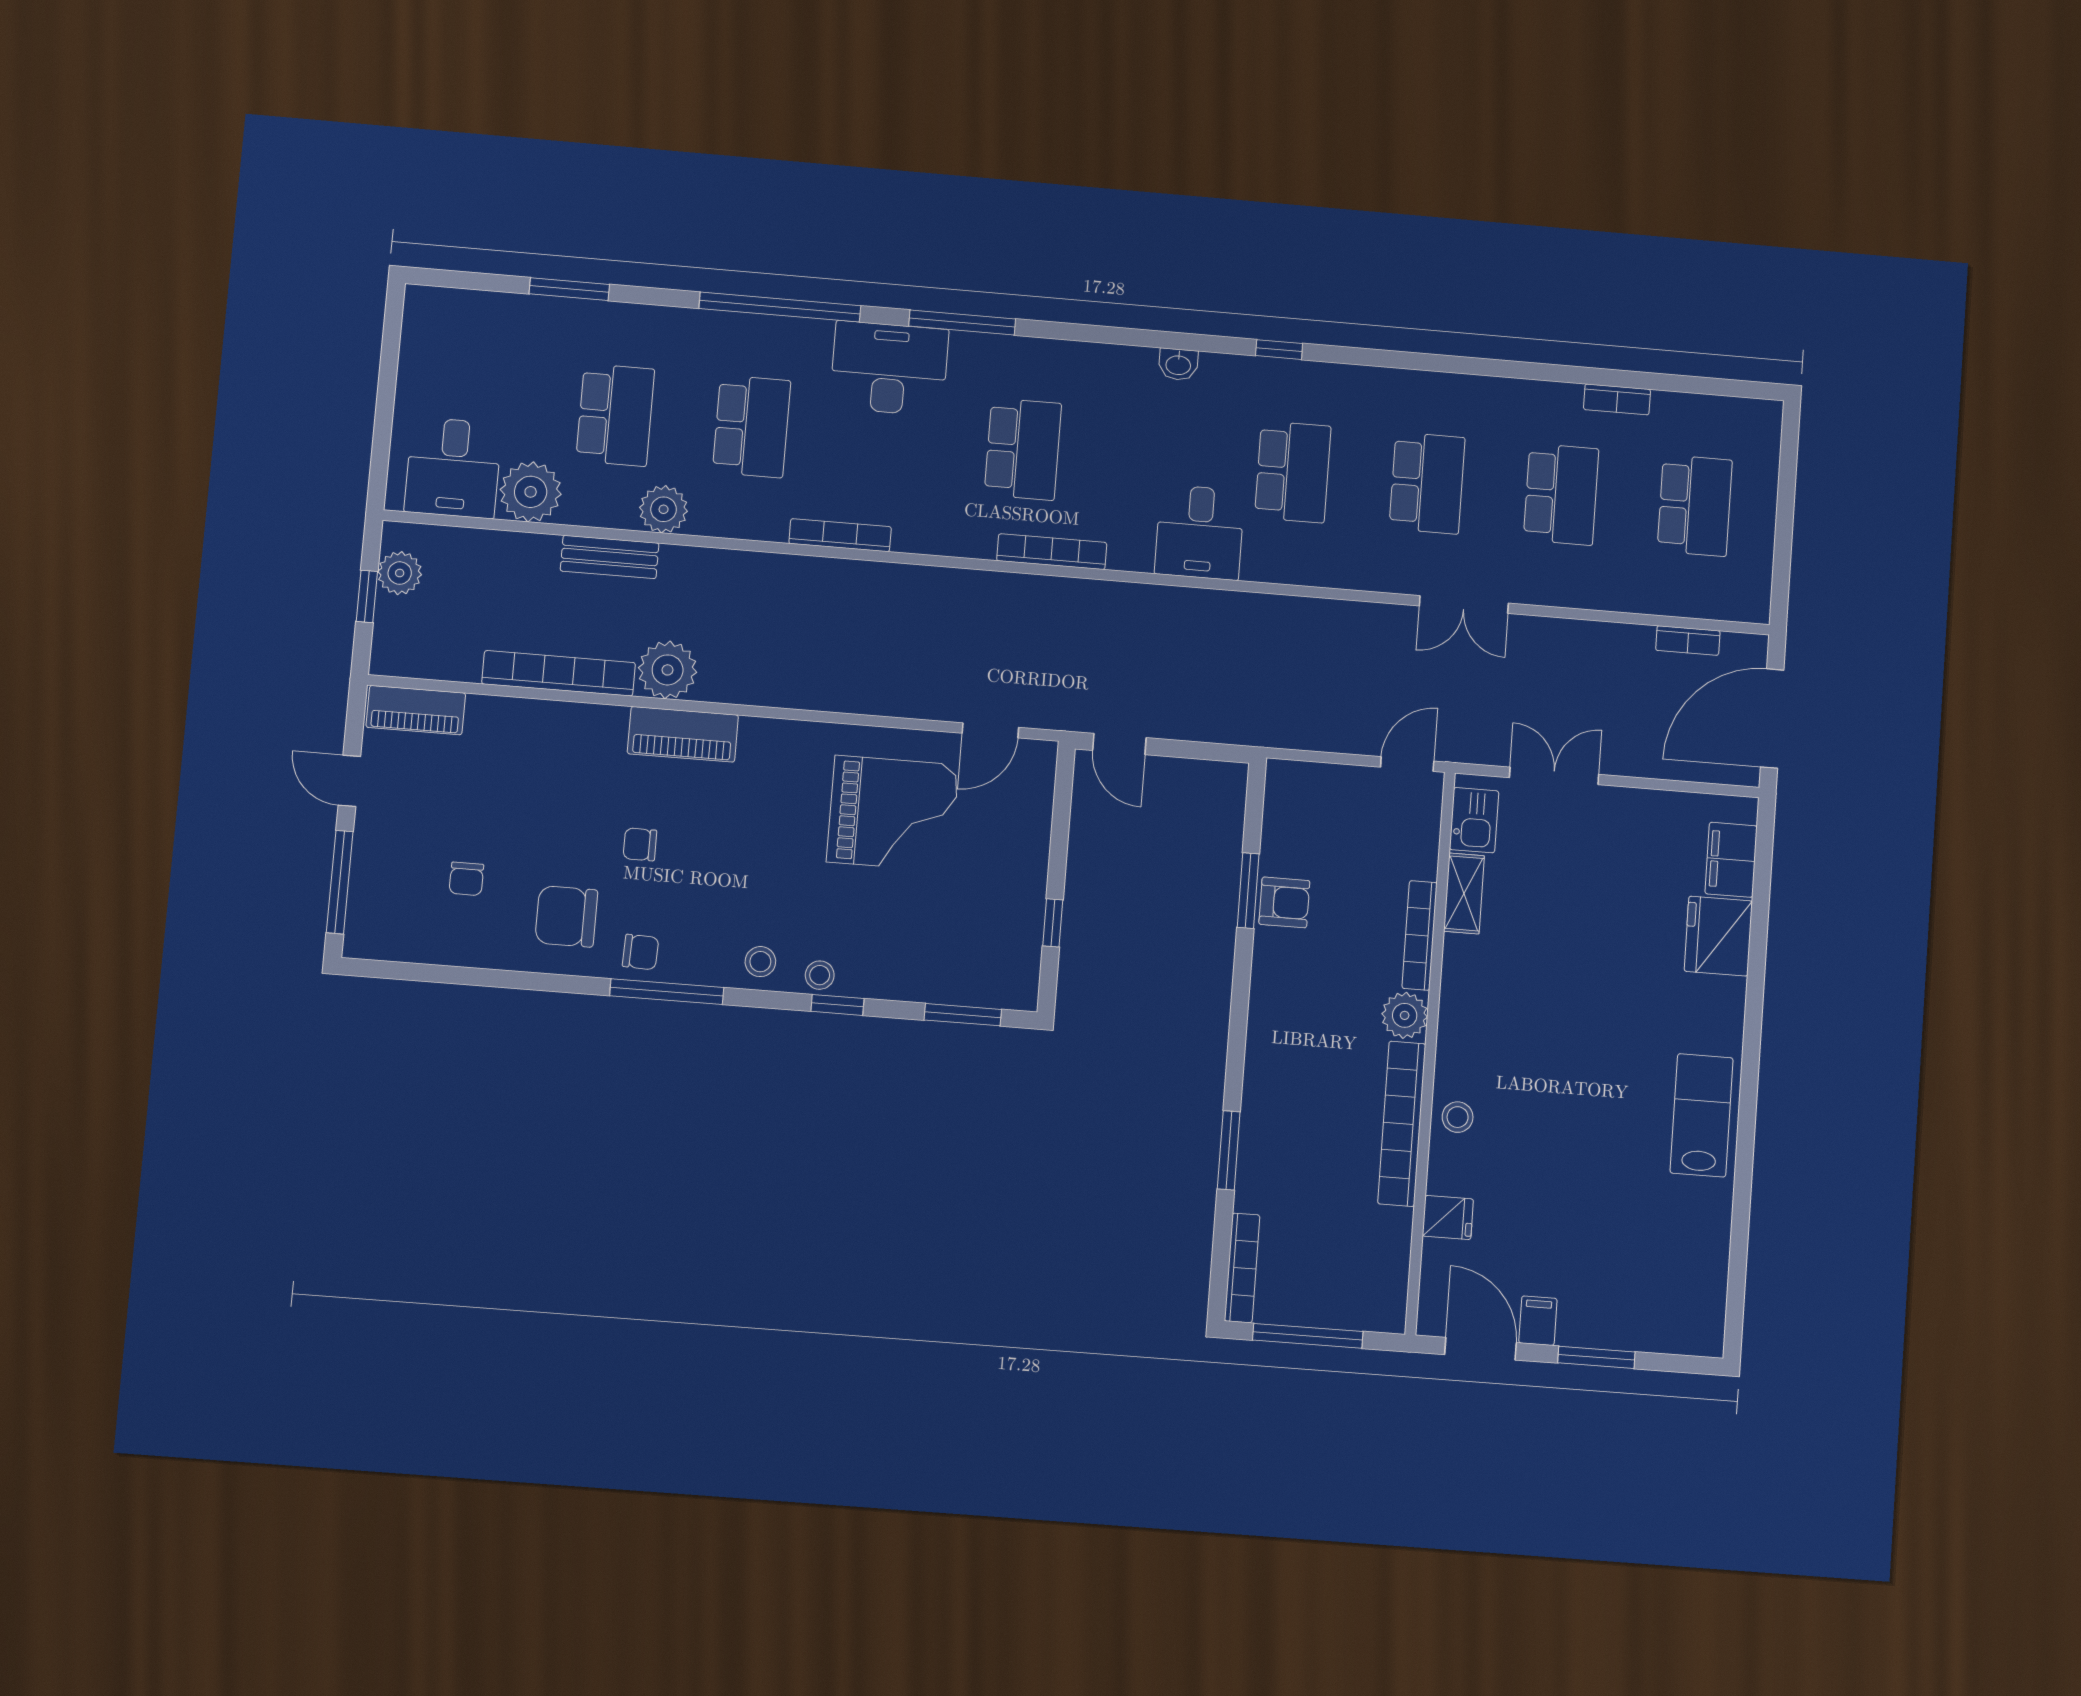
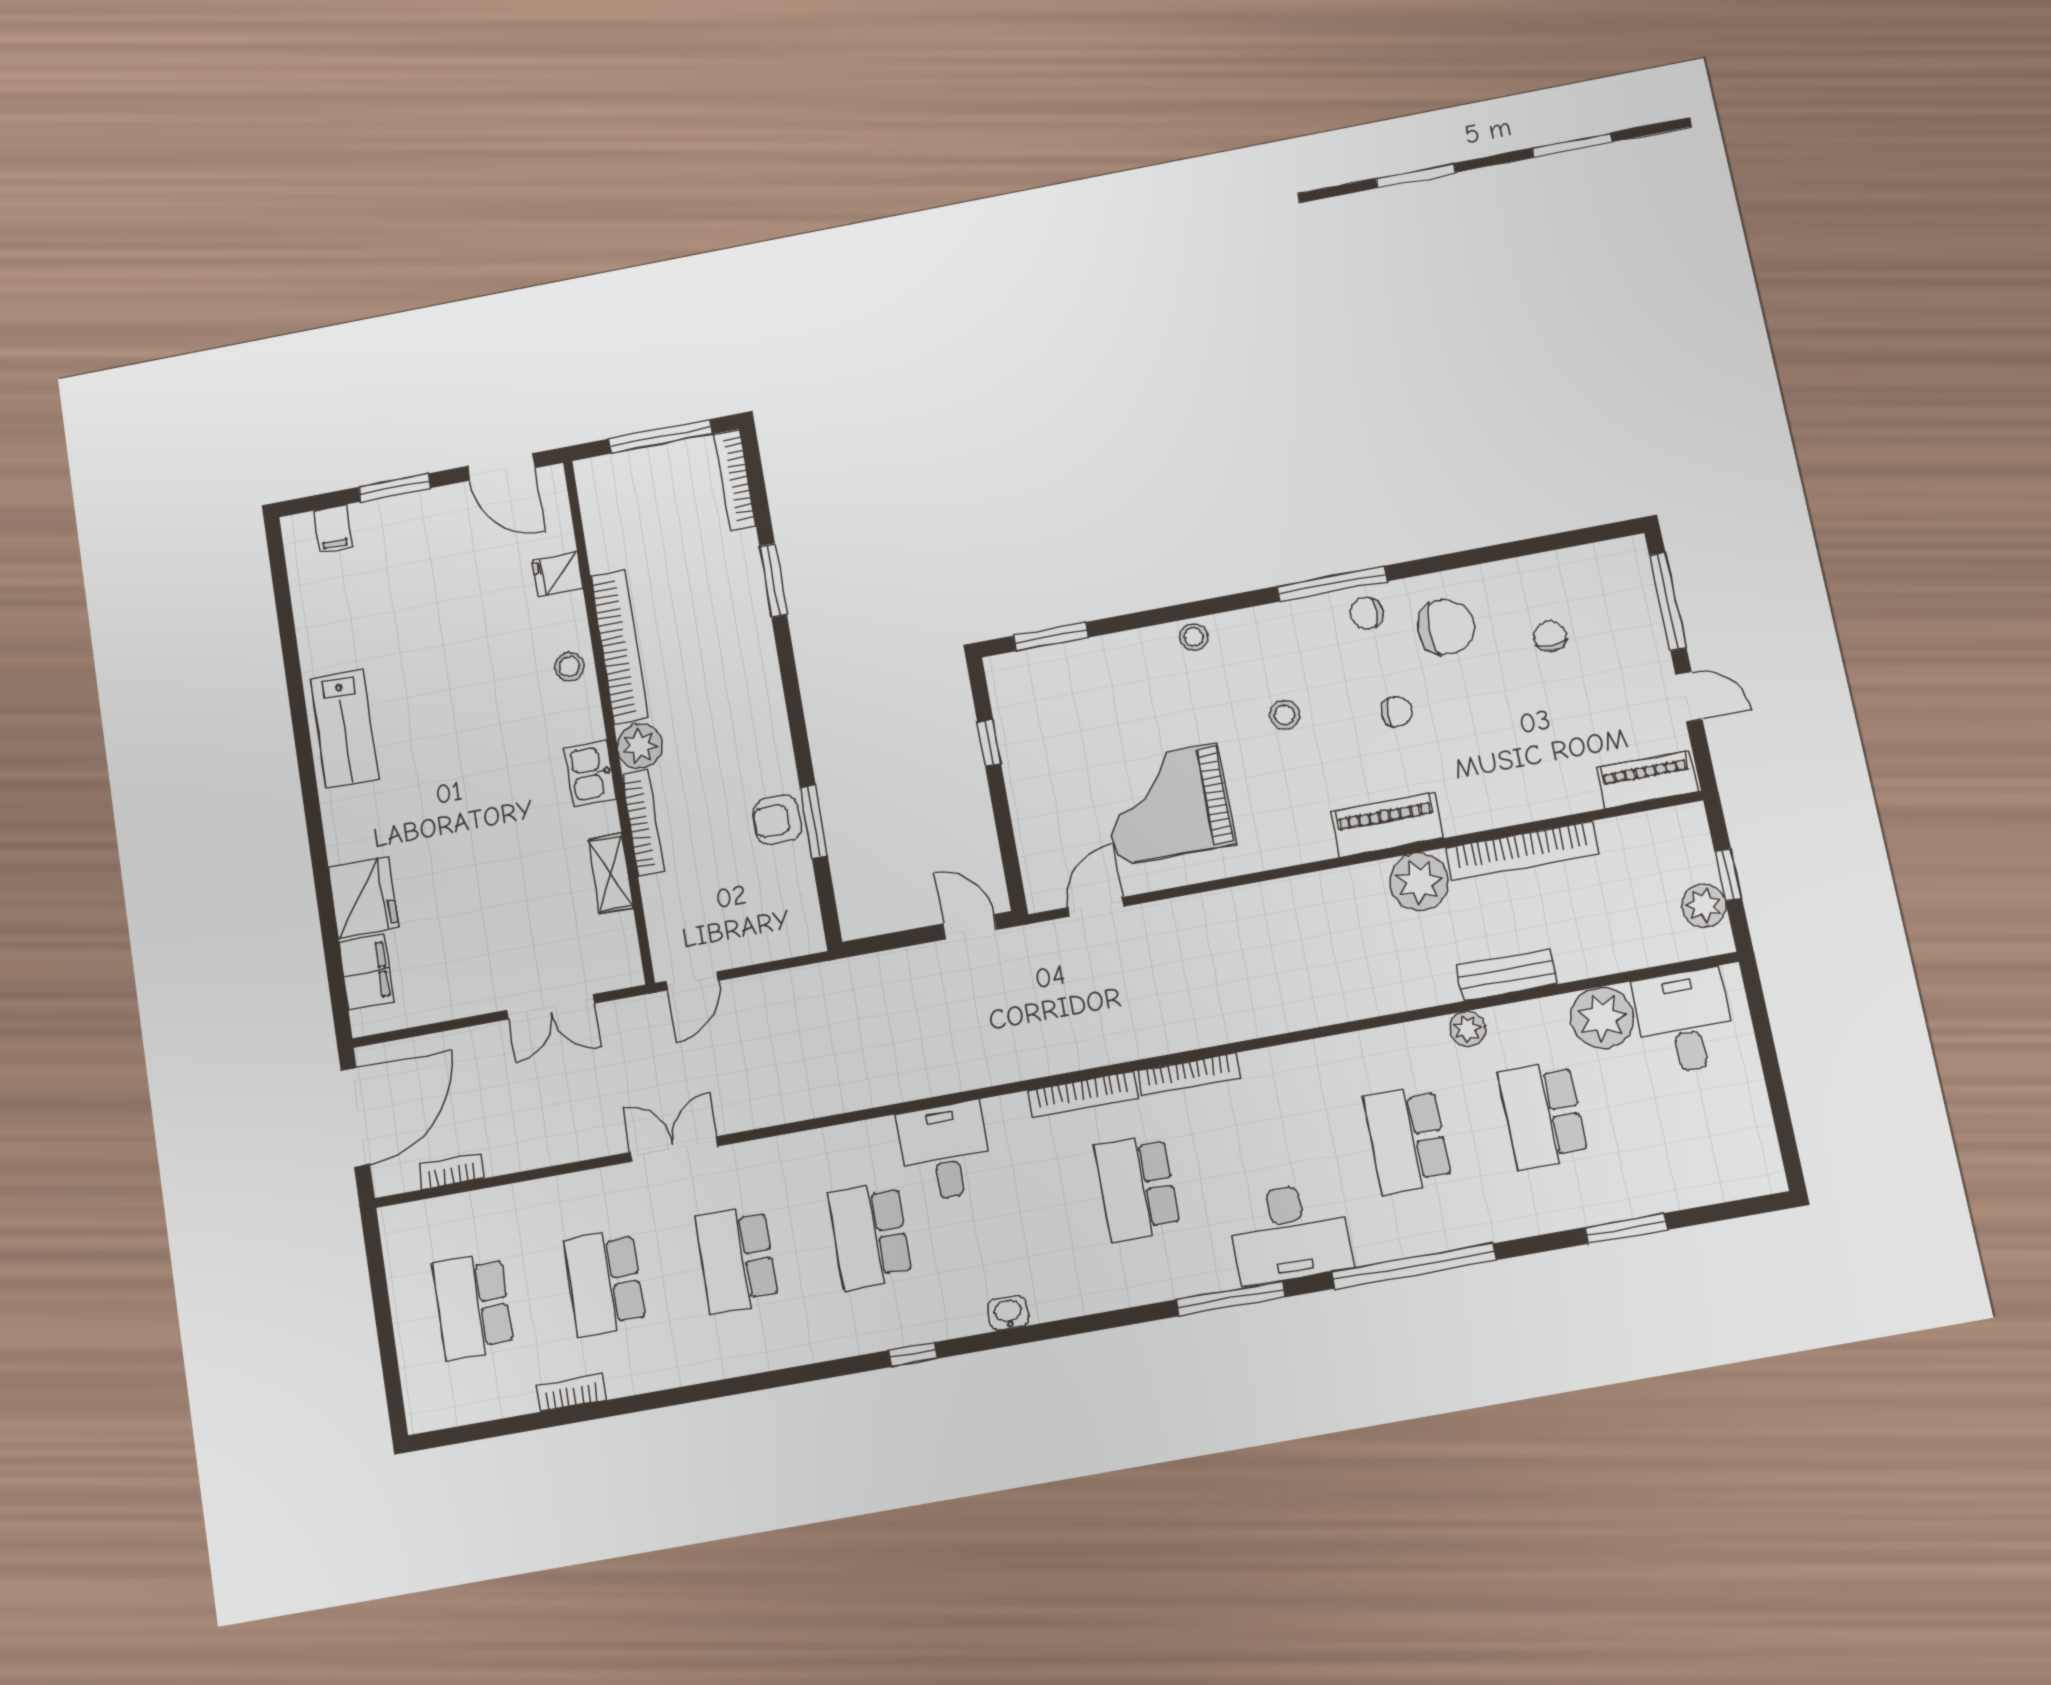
plant: (664, 509) -> (1467, 1029), width x0.73, depth x0.73
bookcase: (840, 535) -> (1188, 1074), moved
kitchen sink: (1474, 820) -> (590, 773), moved
stool: (760, 962) -> (1285, 715), moved
window: (837, 1005) -> (1169, 614), removed
filing cabinet: (1538, 1321) -> (333, 529), moved

